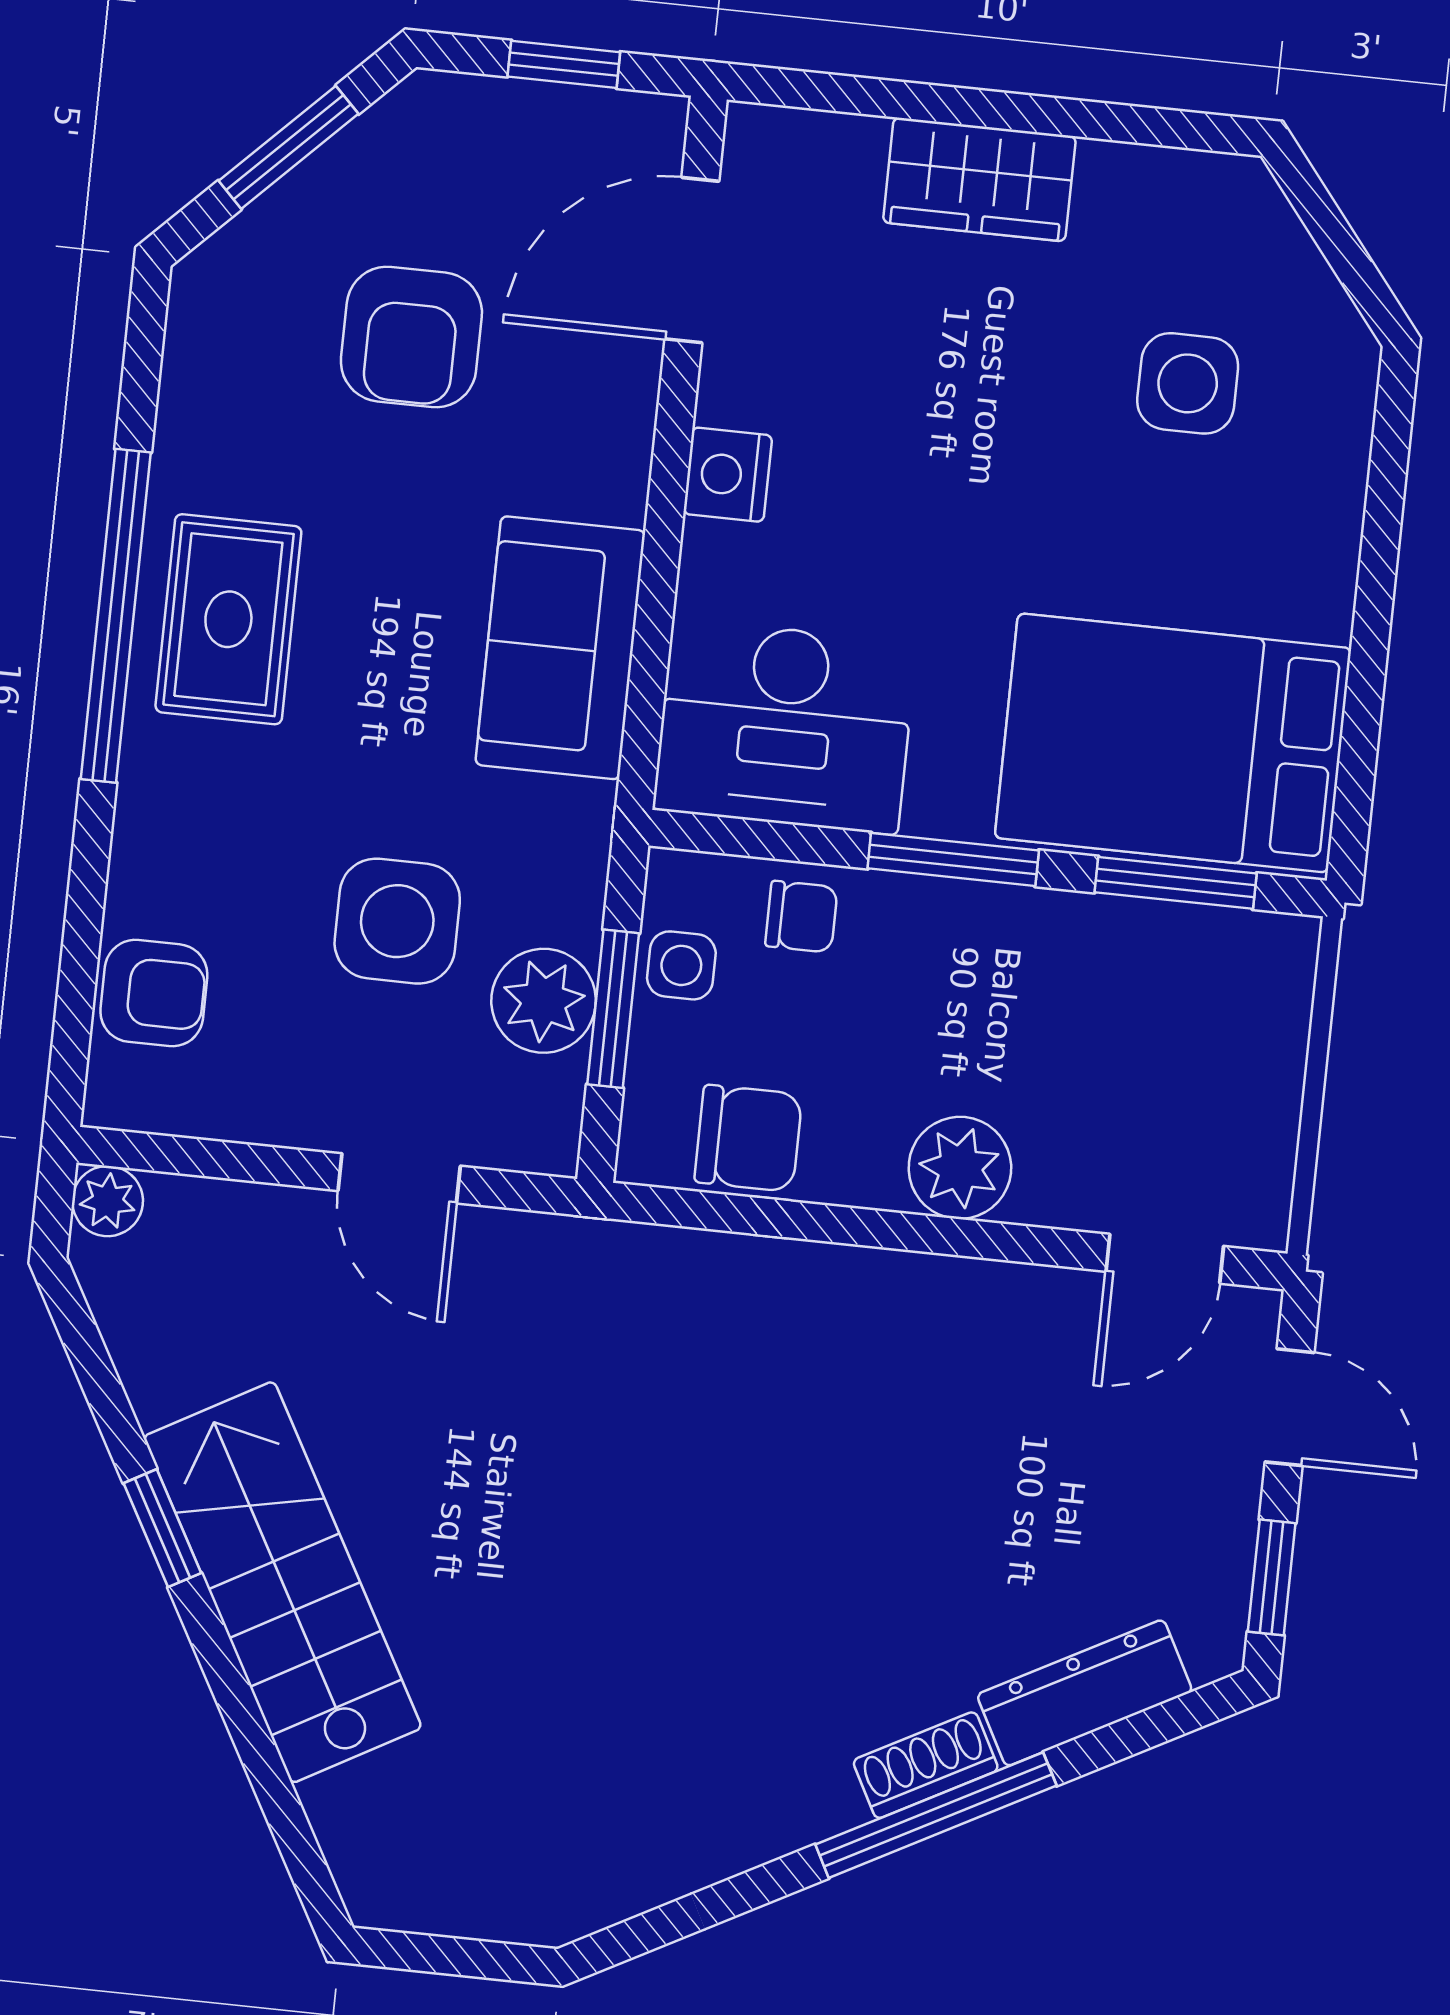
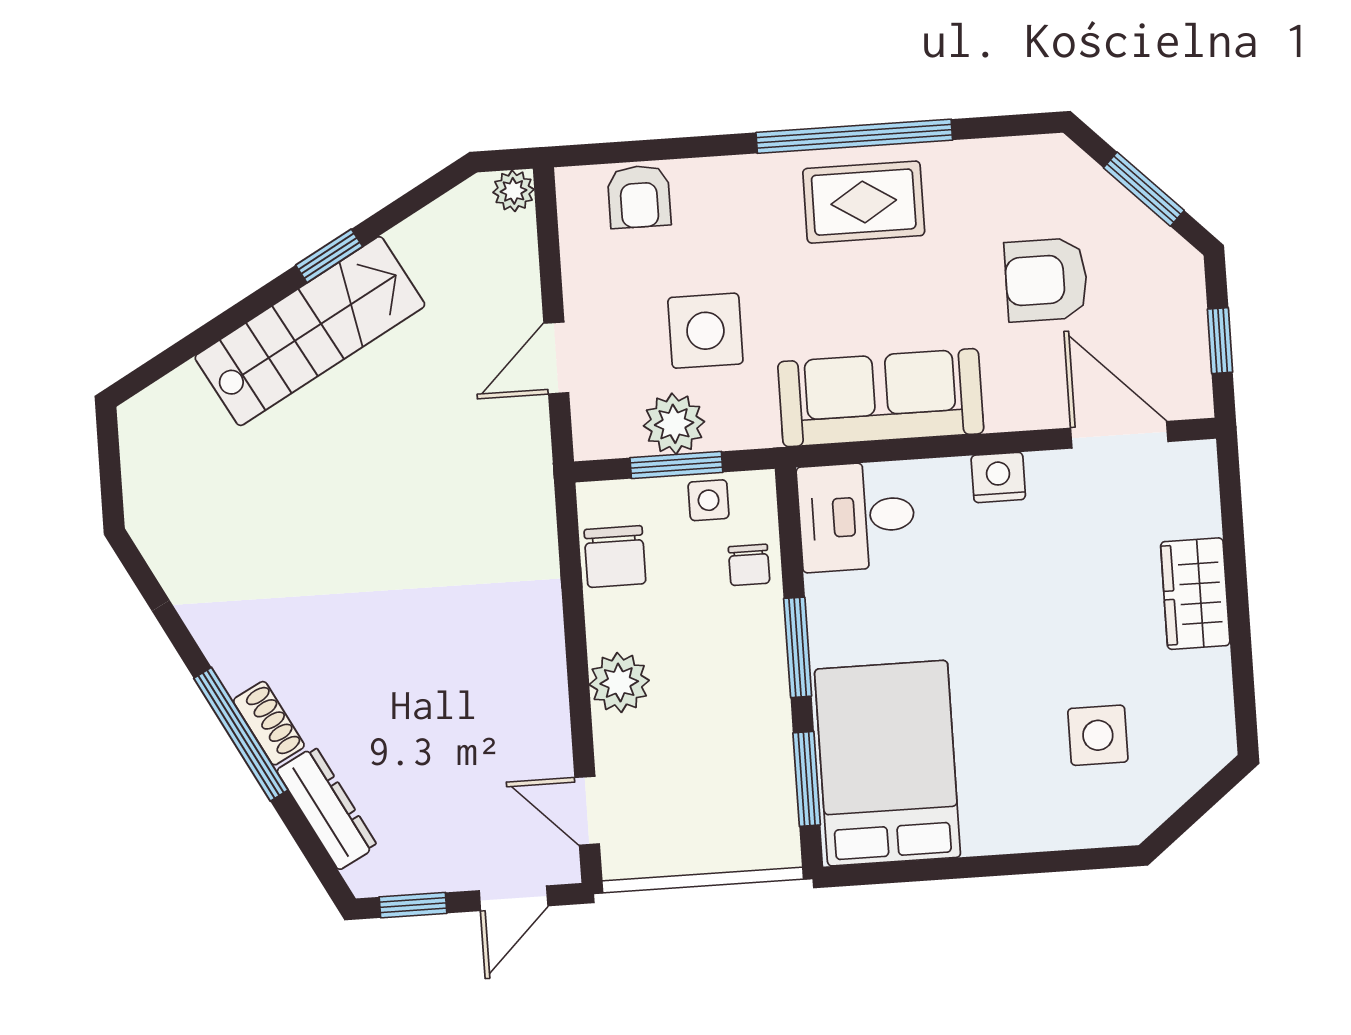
sofa: (560, 648) -> (881, 398), width x1.36
desk: (785, 726) -> (857, 516), width x0.73

